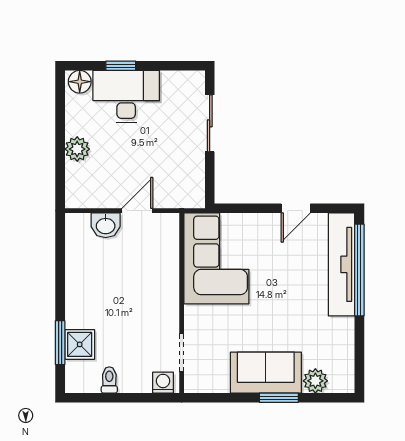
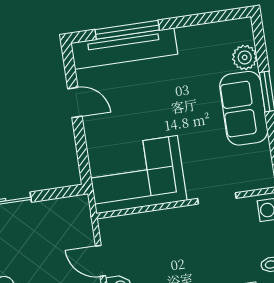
window: (359, 270) -> (127, 30), width x0.68
doorway: (182, 353) -> (217, 198), moved

